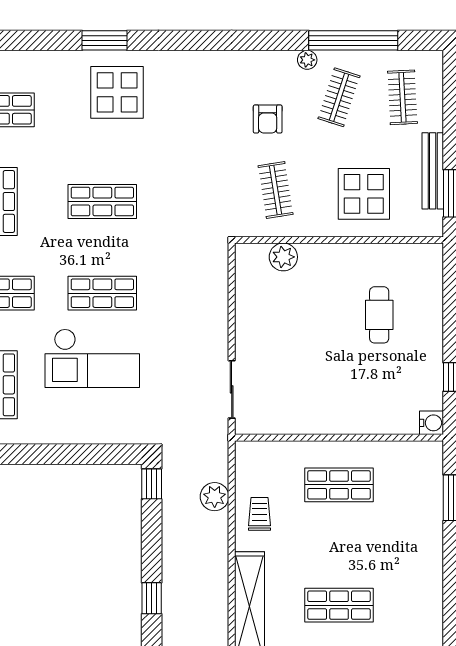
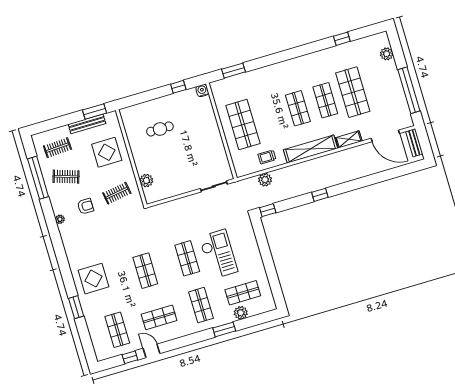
window: (105, 40) -> (76, 307), moved
plant: (307, 60) -> (60, 219), moved
shop shelf: (339, 485) -> (243, 124), width x1.43, depth x1.36

